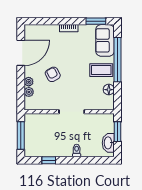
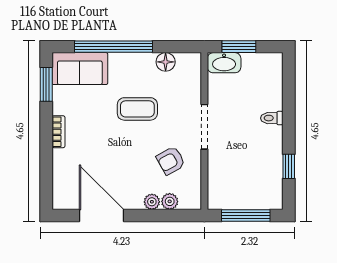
coffee table: (101, 70) -> (137, 109), moved, turned 90
armchair: (53, 74) -> (171, 161), moved
washbasin: (108, 143) -> (224, 63), moved

